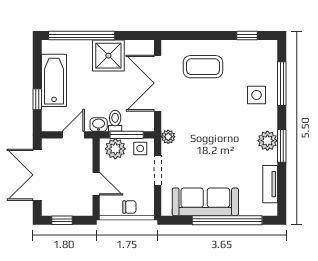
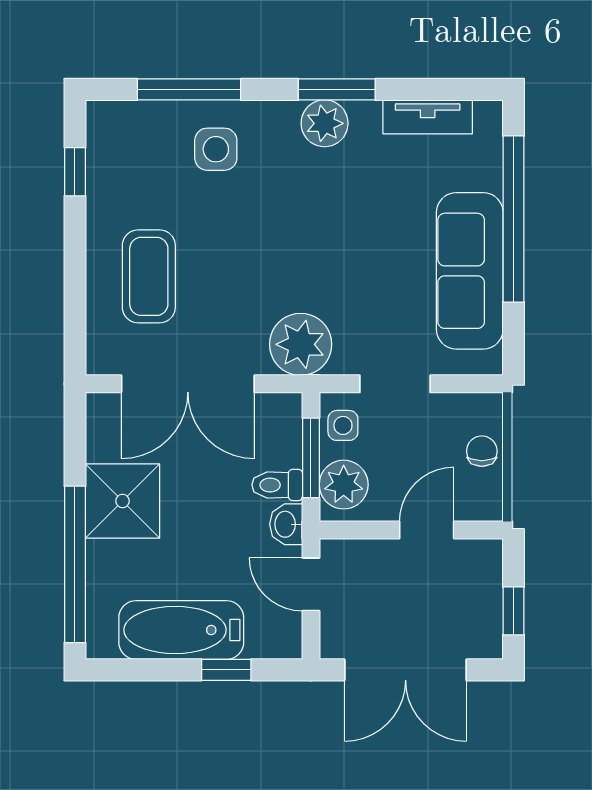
plant: (168, 137) -> (301, 344), width x1.87, depth x1.87

